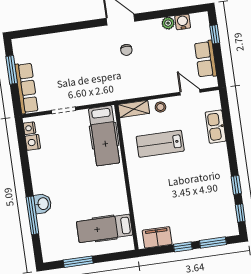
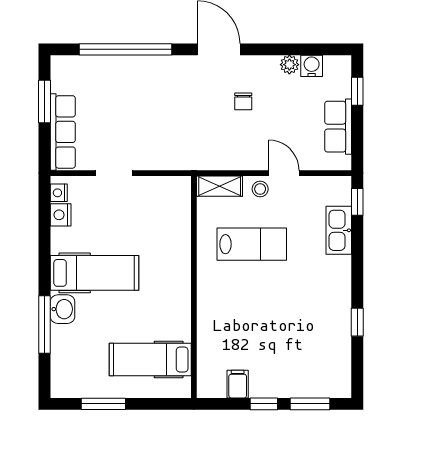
window: (60, 28) -> (126, 49), added
chair: (126, 50) -> (243, 101), moved
door: (190, 92) -> (284, 173), moved
hospital bed: (104, 136) -> (95, 273), moved, turned -90
lab bench: (160, 144) -> (252, 244), turned 180
window: (240, 213) -> (357, 202), moved
filing cabinet: (157, 237) -> (238, 384), width x0.50

